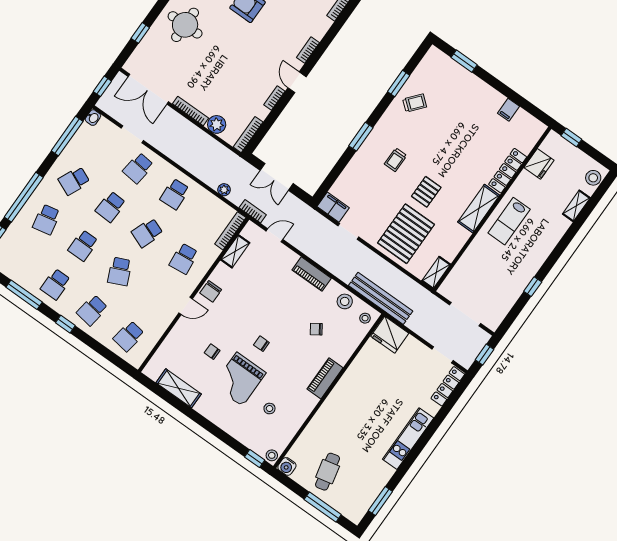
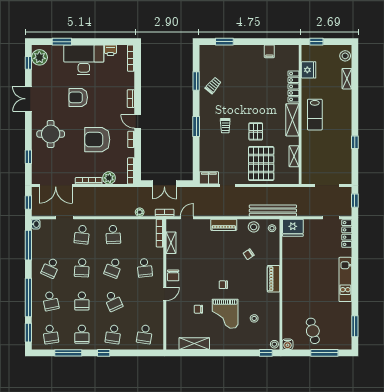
armchair: (235, 70) -> (97, 140), added
school desk: (19, 258) -> (51, 334), added
shelving: (436, 273) -> (294, 156), moved

